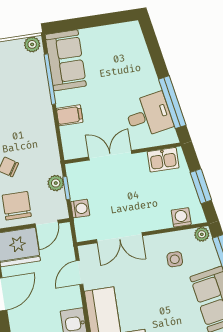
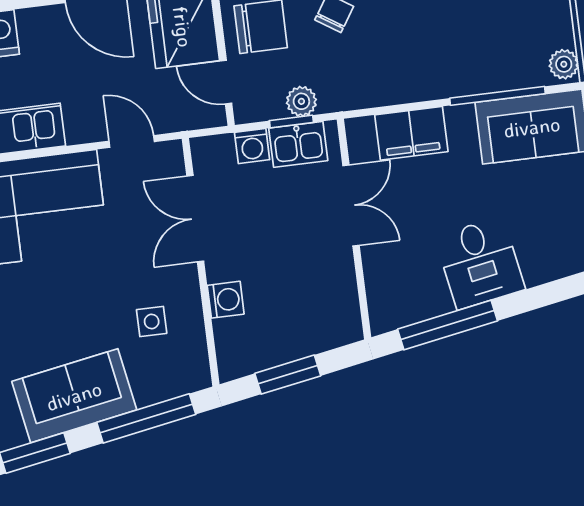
filing cabinet: (70, 115) -> (411, 133), width x2.00
desk: (149, 115) -> (480, 263), moved
kitchen sink: (163, 160) -> (298, 144), moved, turned -90
washing machine: (181, 217) -> (226, 300), moved
plant: (202, 234) -> (197, 374), removed

